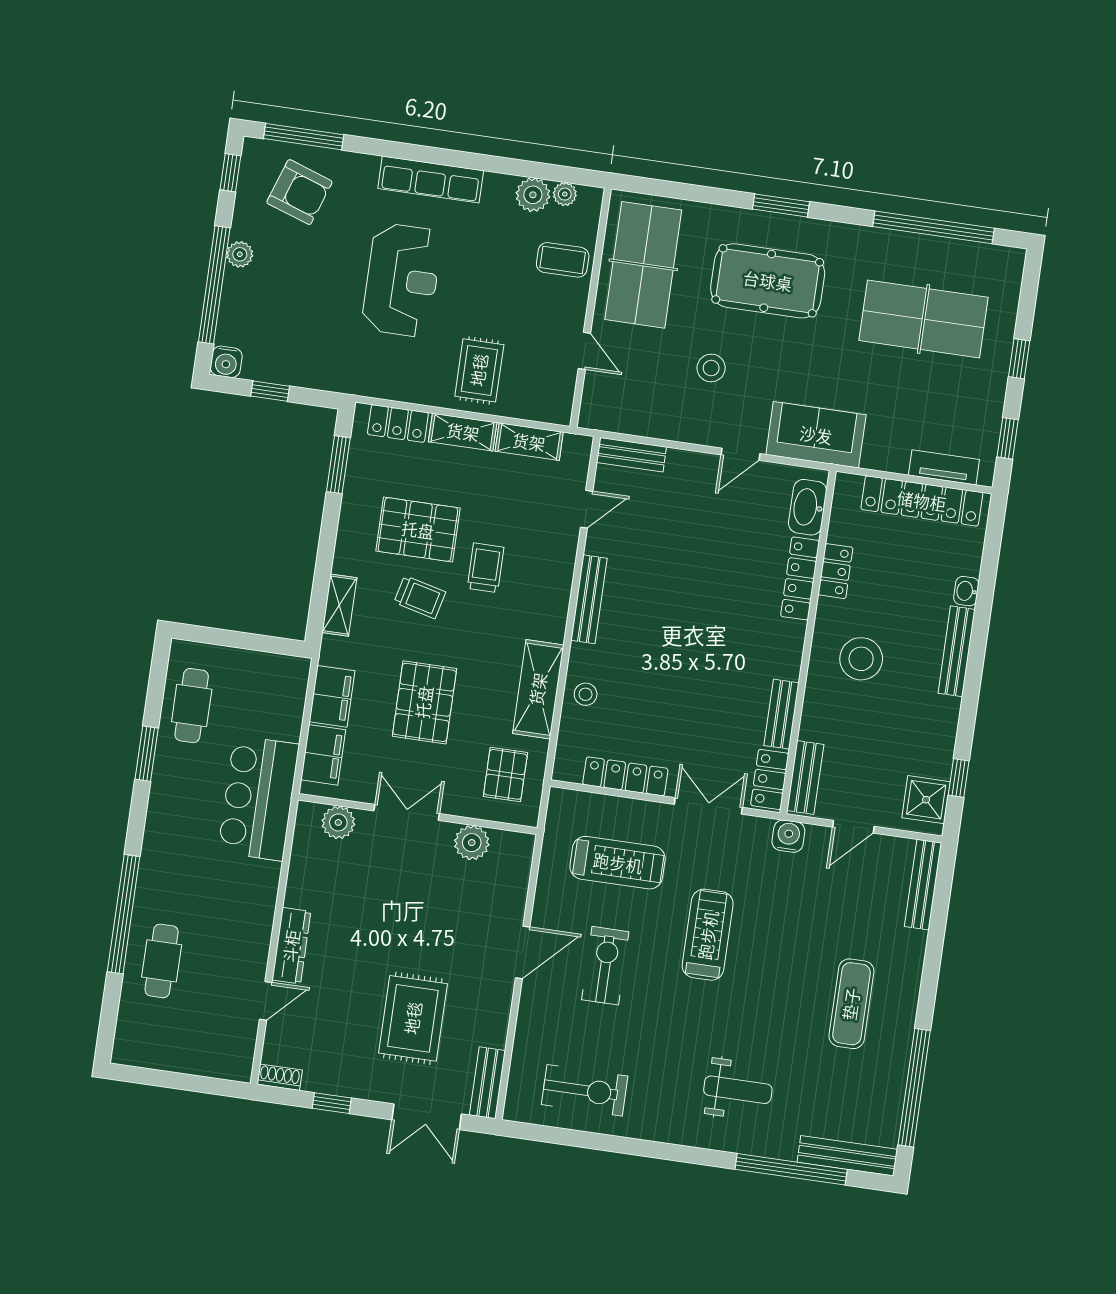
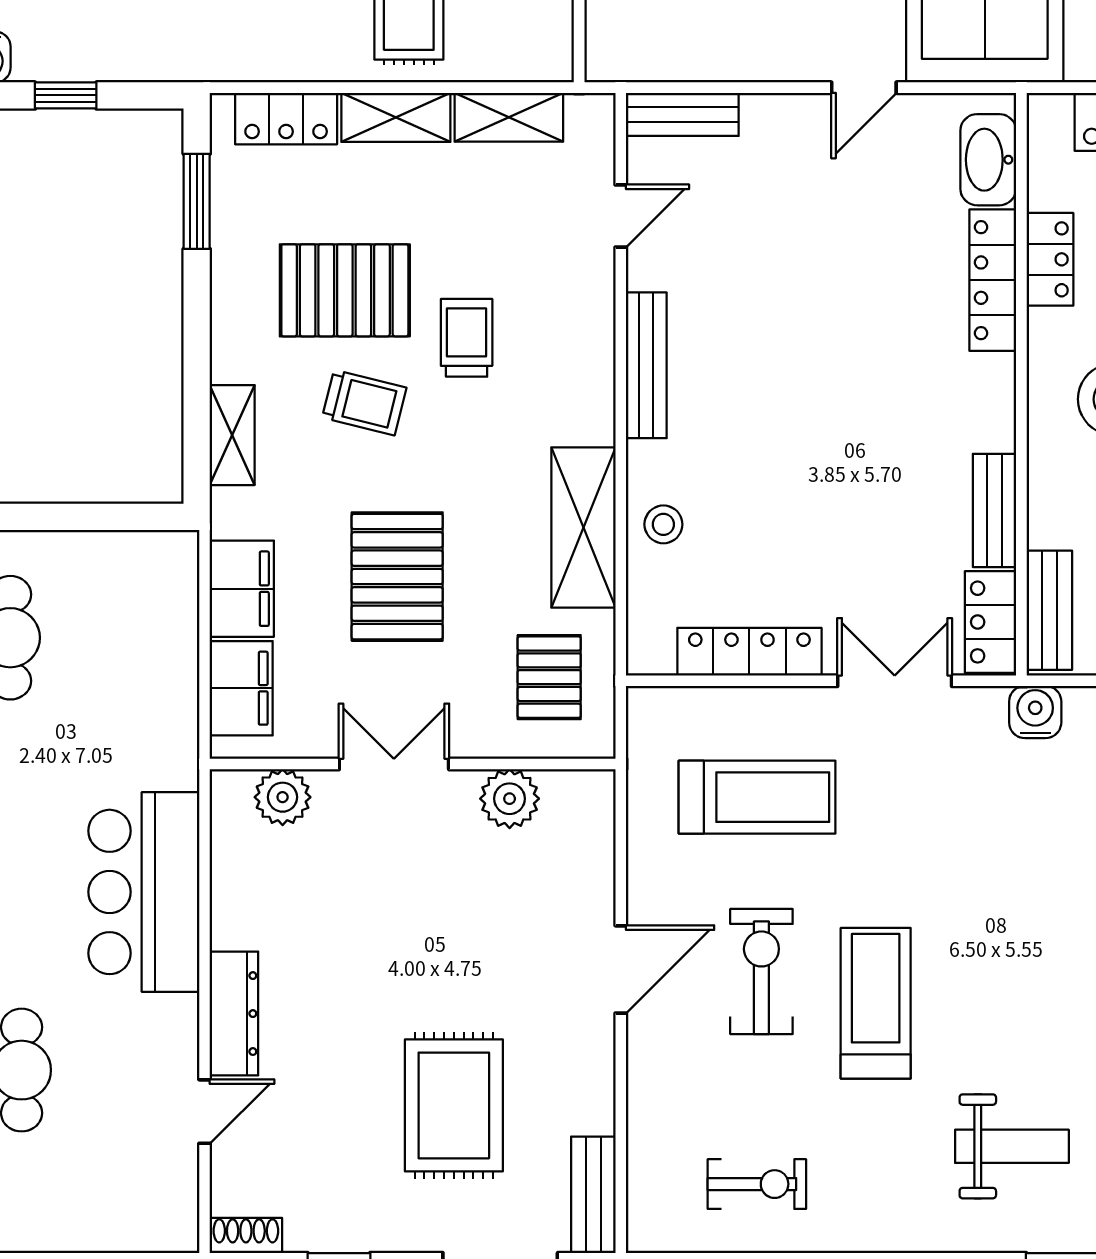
bar counter: (259, 798) -> (144, 892), moved
treadmill: (708, 935) -> (876, 1003), moved
exercise bike: (585, 1090) -> (757, 1184), width x0.73, depth x0.72

